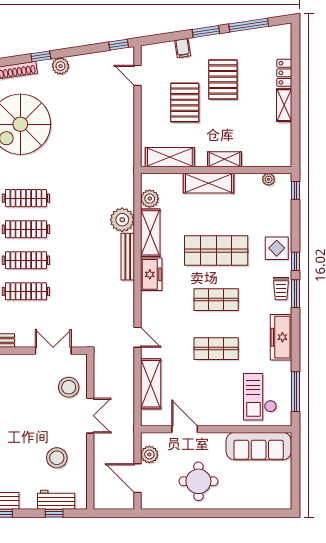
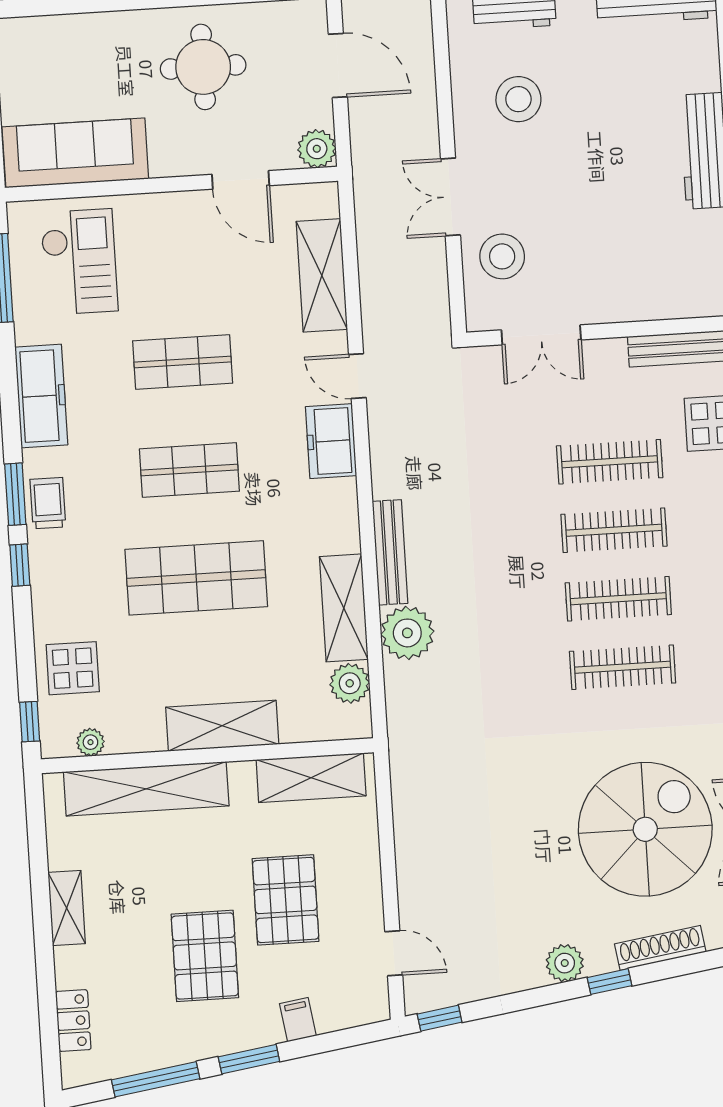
locker: (284, 73) -> (73, 1021), moved
shelving: (225, 159) -> (146, 789), width x2.20, depth x1.33
display table: (277, 248) -> (73, 668), moved
freezer: (151, 274) -> (331, 441), moved
plant: (149, 455) -> (317, 149), moved

